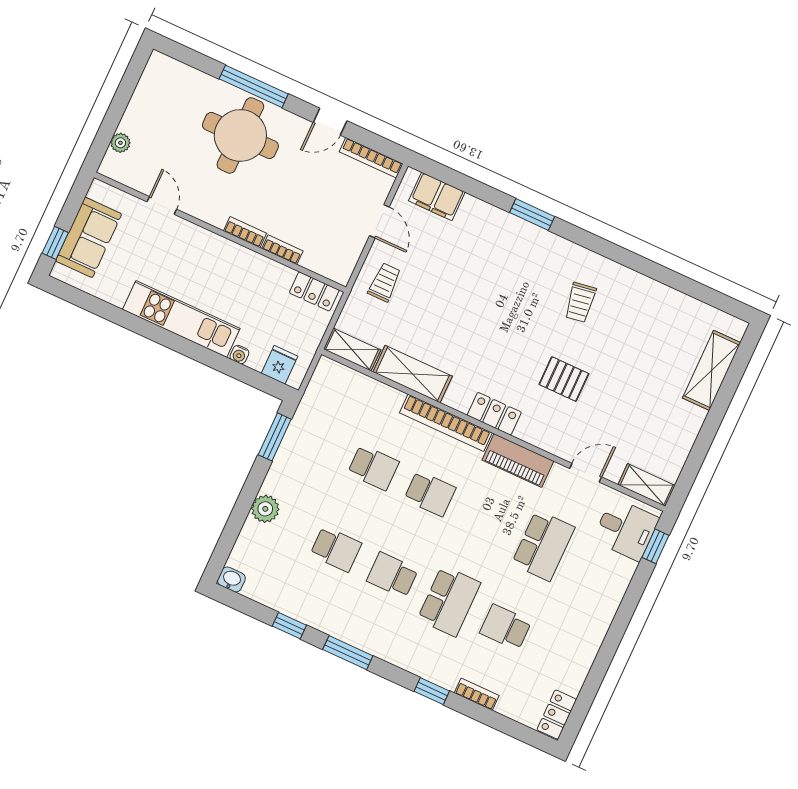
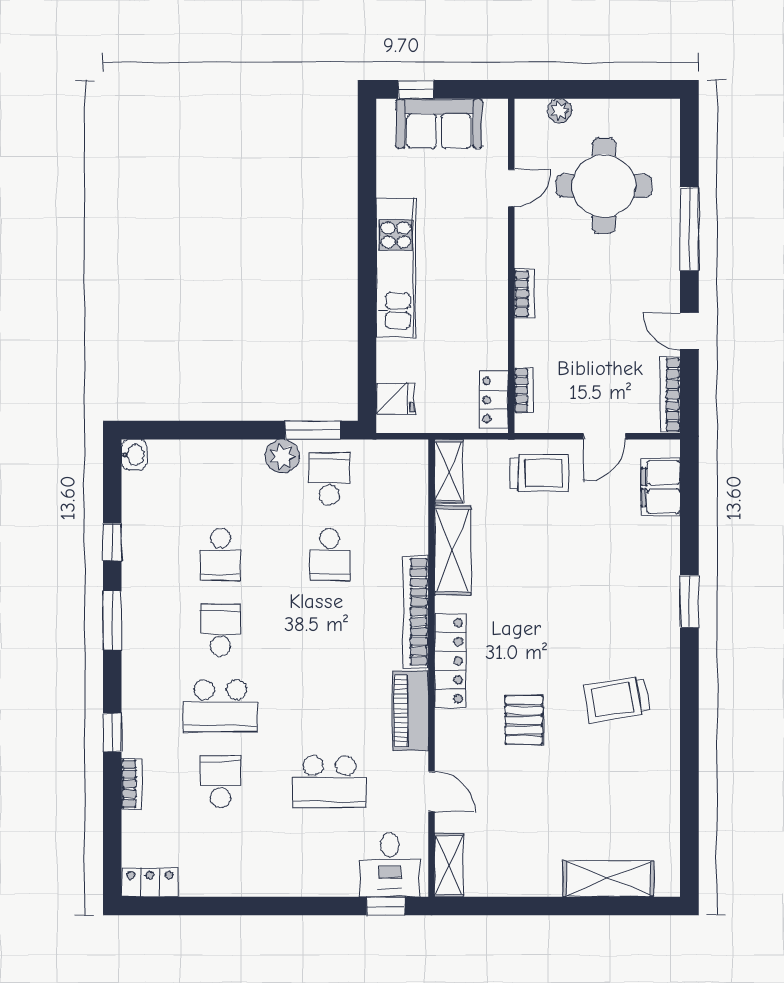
round table: (240, 135) -> (604, 186), moved
bookcase: (282, 250) -> (524, 390), moved
trolley: (384, 282) -> (540, 473), width x1.36, depth x1.39
trolley: (580, 302) -> (617, 699), width x1.36, depth x1.39
water cooler: (239, 355) -> (386, 349), removed
locker: (494, 414) -> (450, 661), width x1.53
school desk: (430, 494) -> (329, 479), moved, turned 180
plant: (265, 509) -> (282, 456), moved

